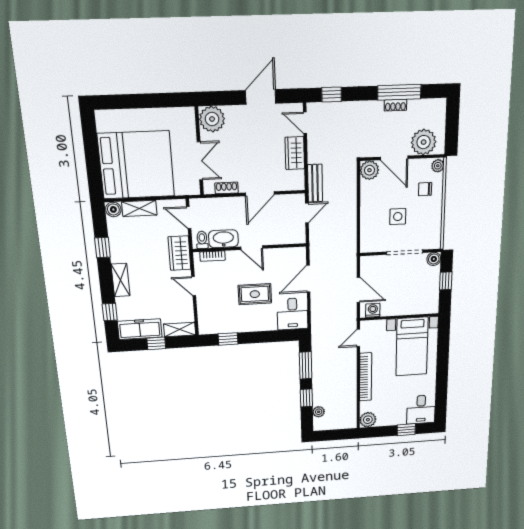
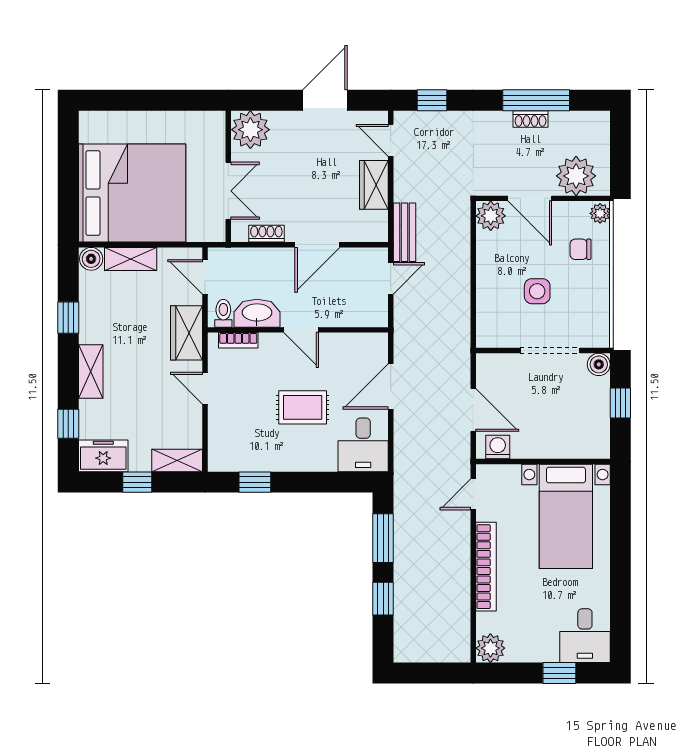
freezer: (140, 329) -> (103, 456), width x0.71
plant: (319, 412) -> (404, 626), removed

